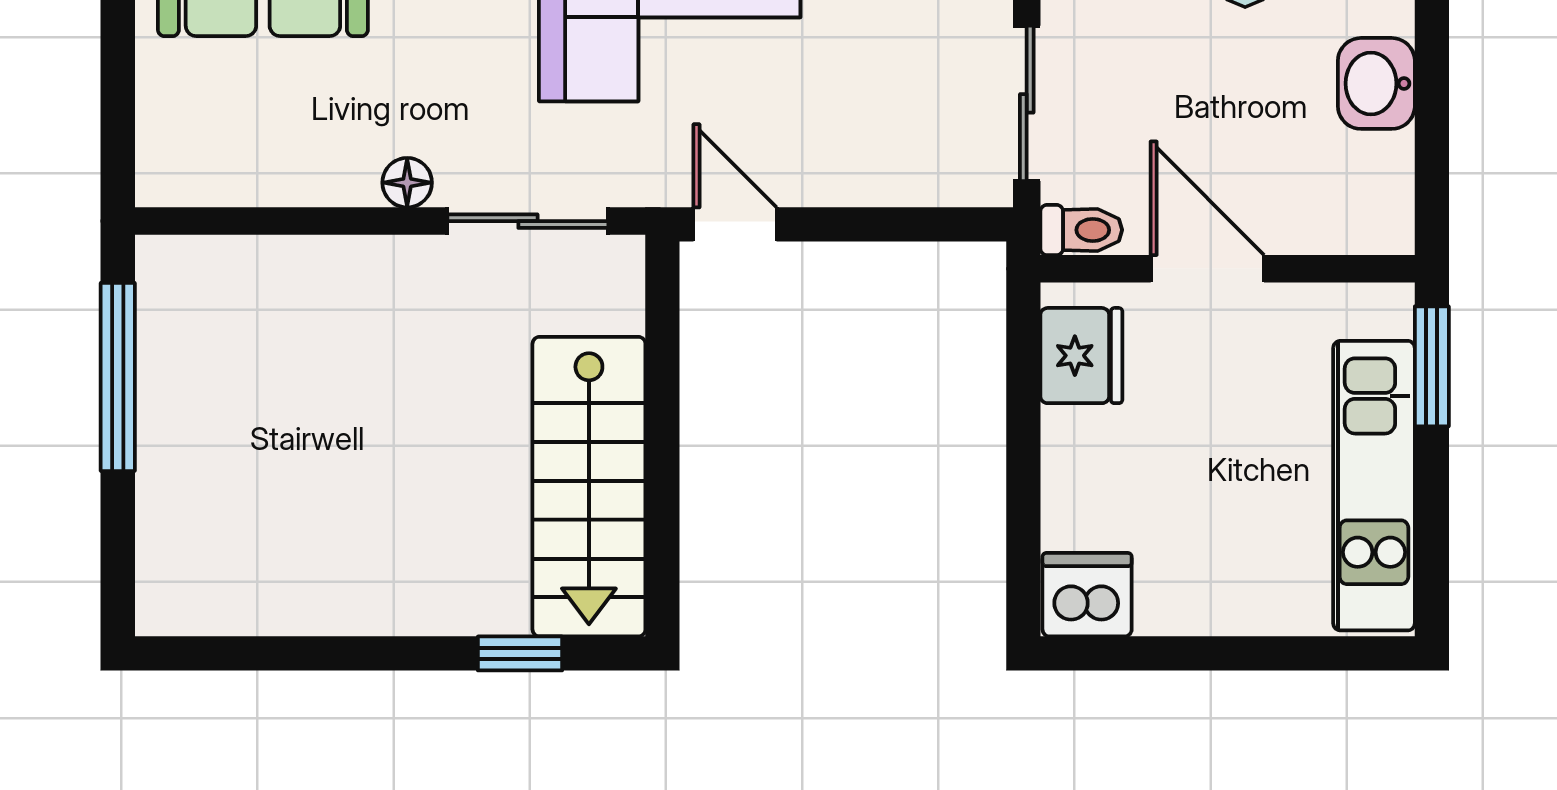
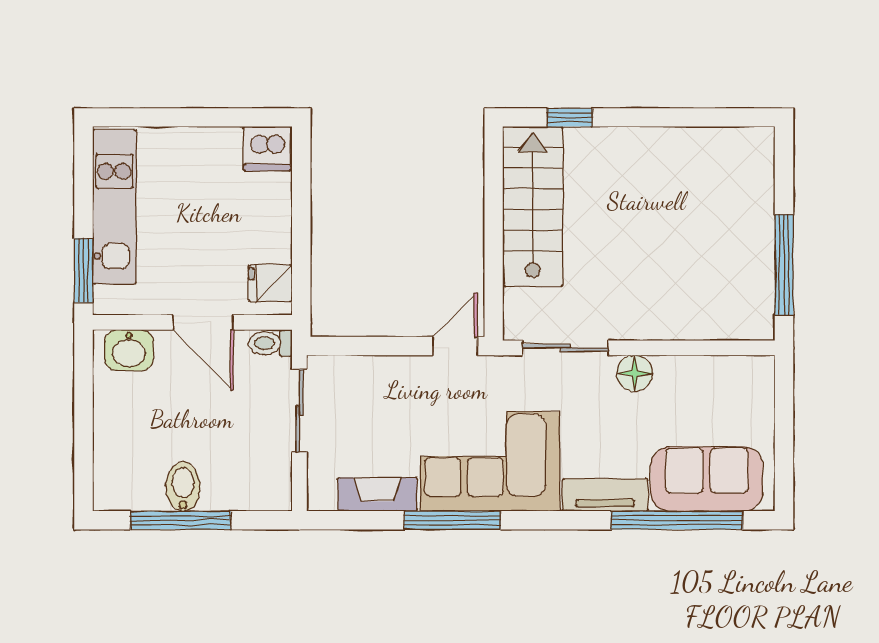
washbasin: (1376, 83) -> (129, 350), moved, turned 90
floor lamp: (407, 183) -> (635, 373), width x1.37, depth x1.37
door: (735, 224) -> (455, 346), swing flipped
fridge: (1081, 356) -> (270, 283), width x0.72

